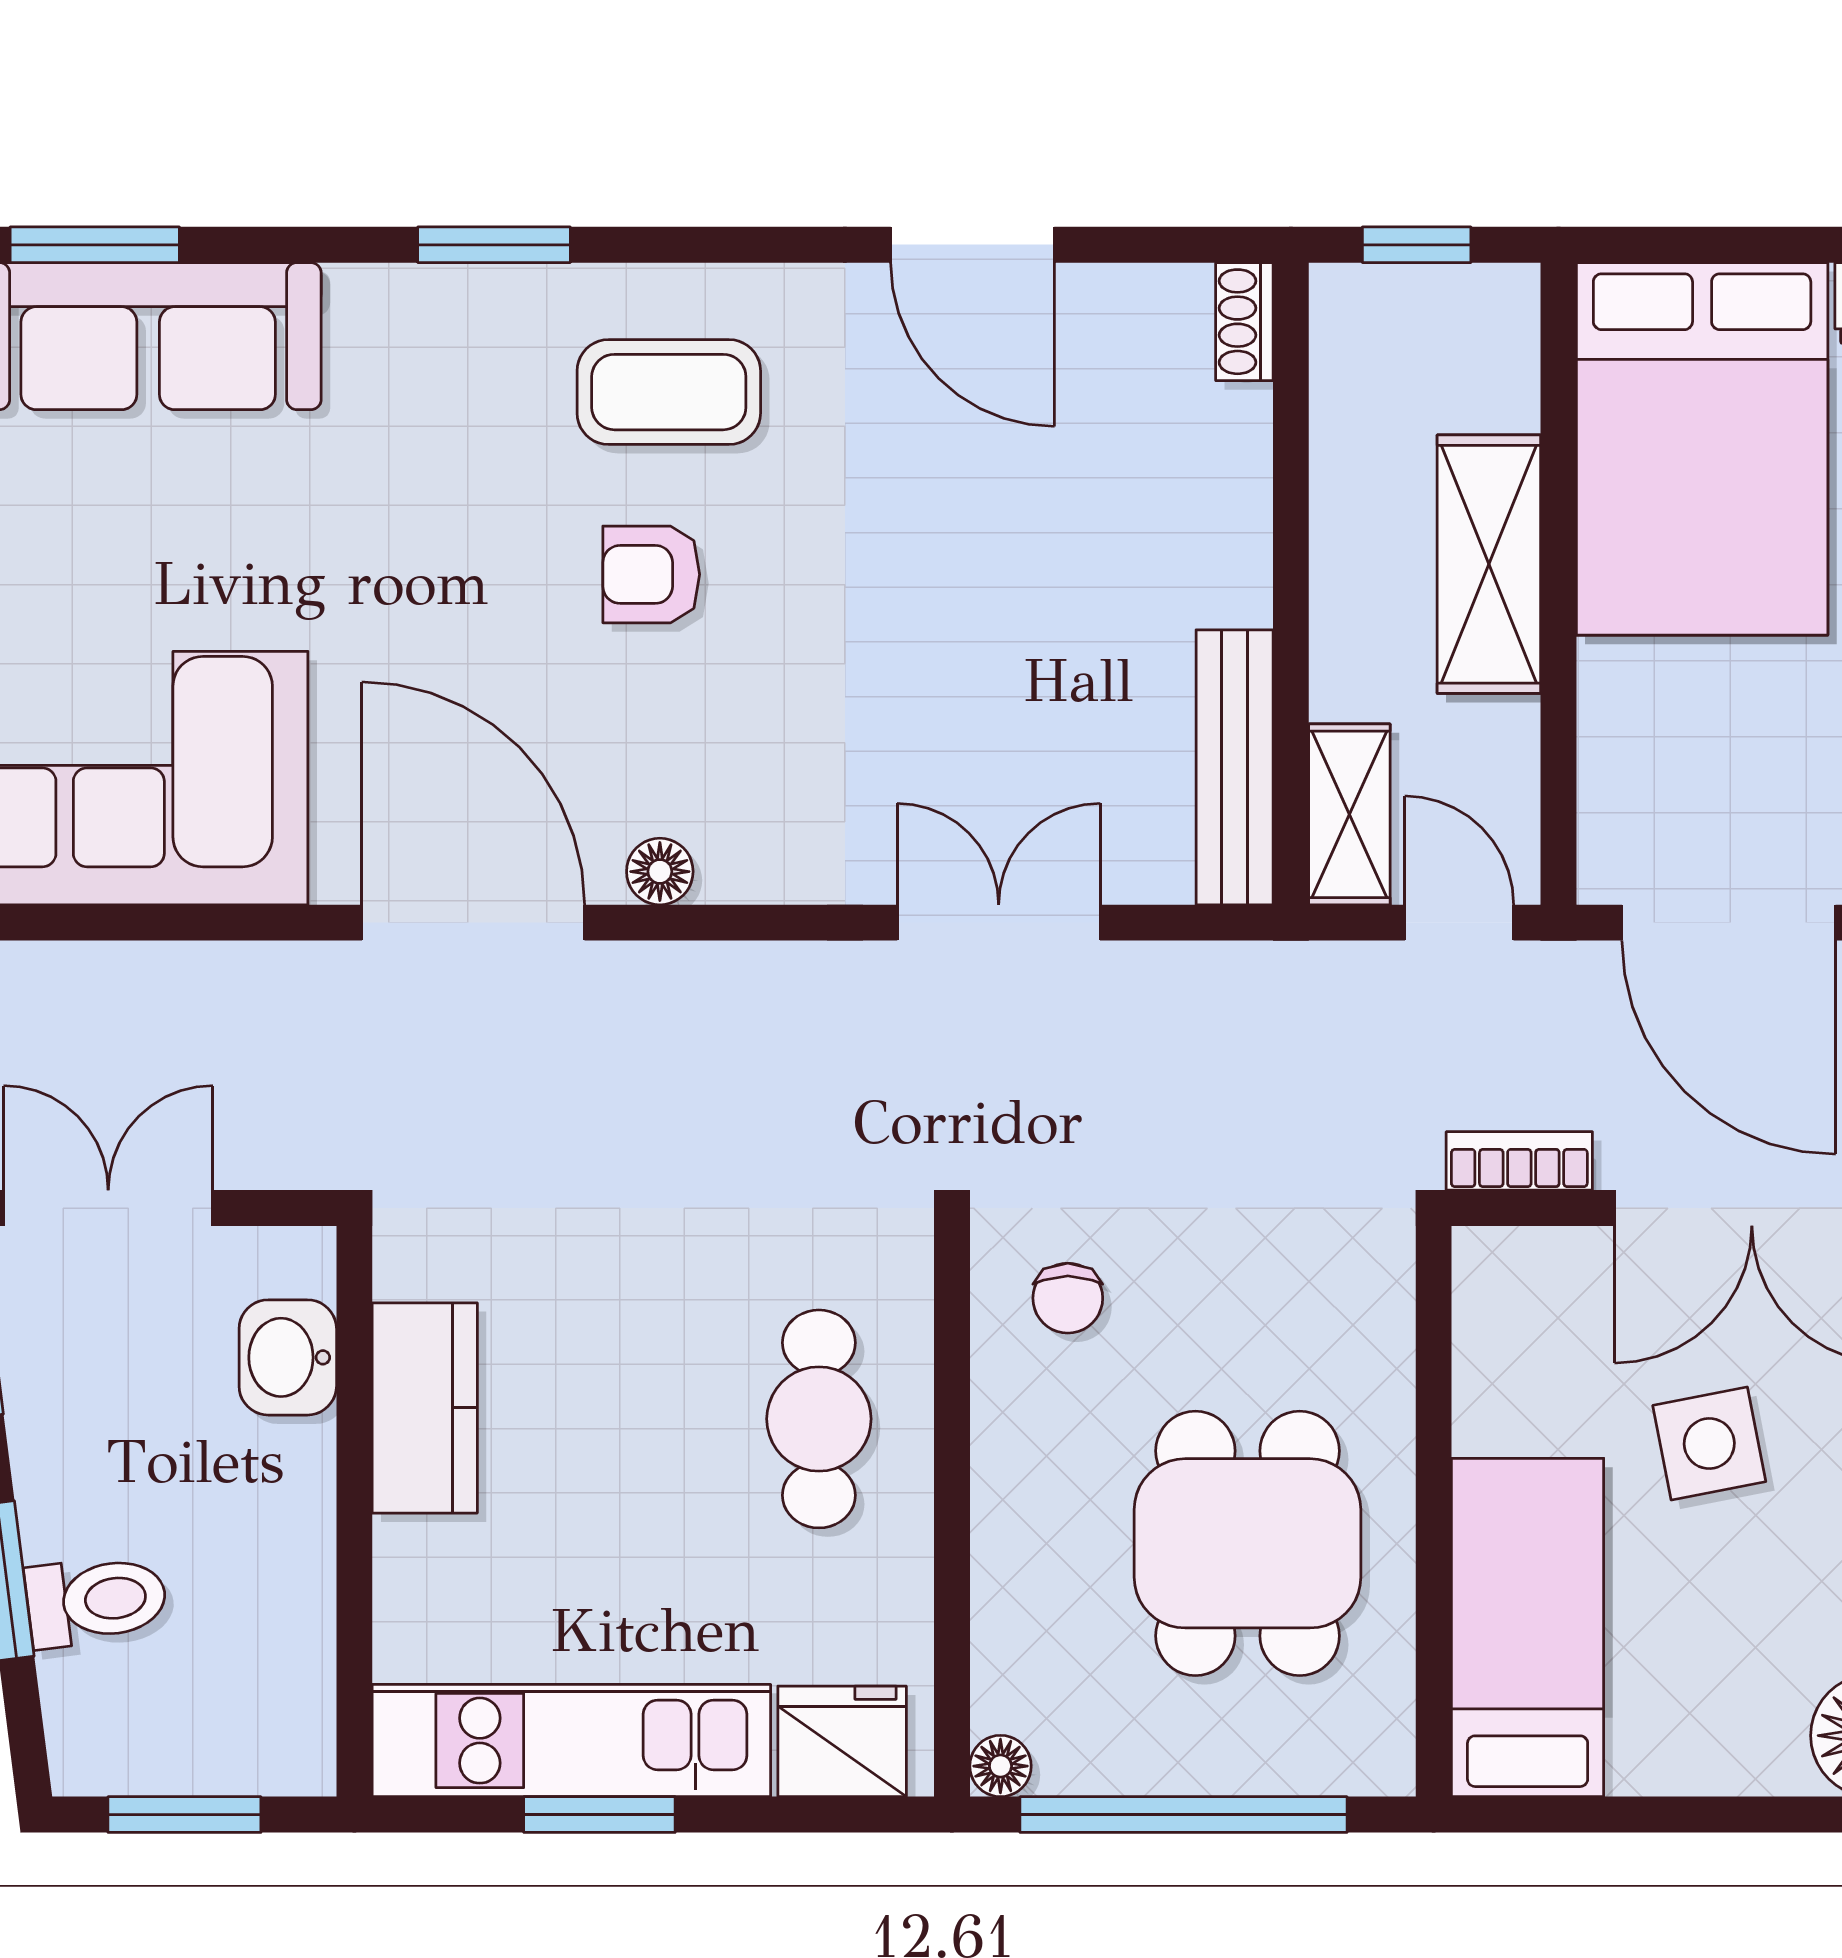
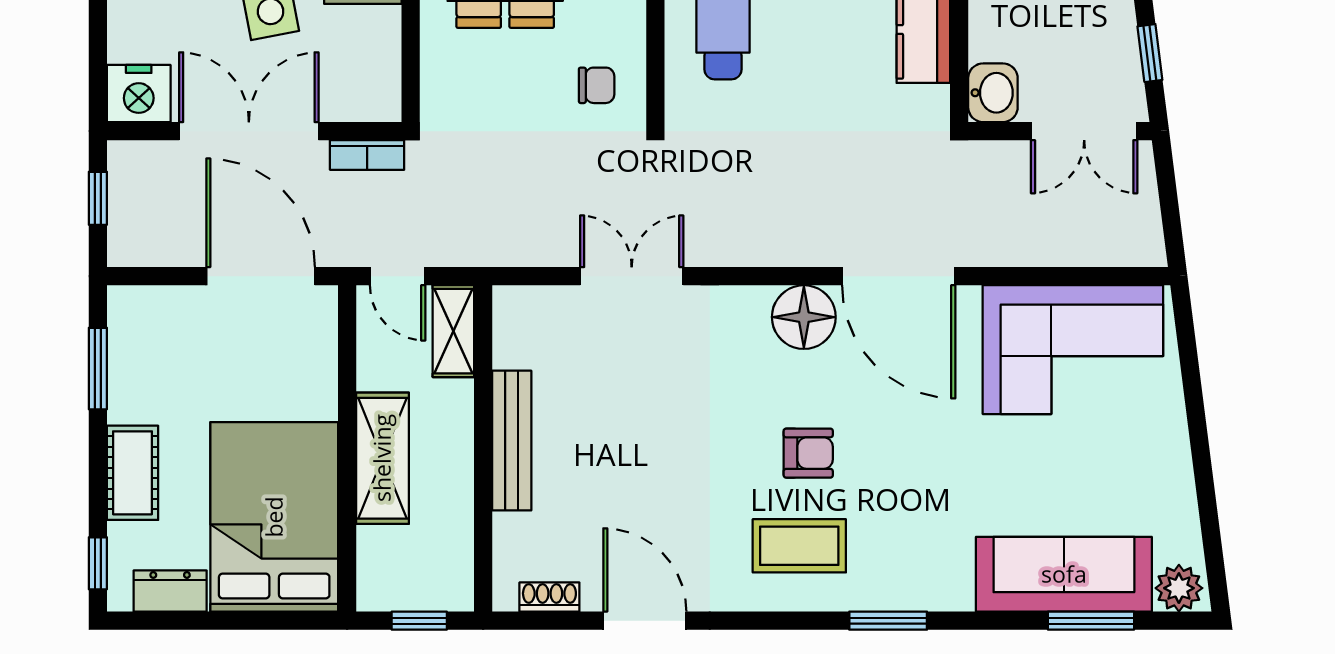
shoe rack: (1244, 322) -> (549, 597), moved, turned -90
bench: (1235, 767) -> (512, 441), moved
floor lamp: (660, 872) -> (804, 317), width x1.89, depth x1.89
double door: (999, 923) -> (632, 276), swing flipped
chair: (1068, 1298) -> (597, 85), turned 90
washbasin: (288, 1357) -> (993, 93), moved

